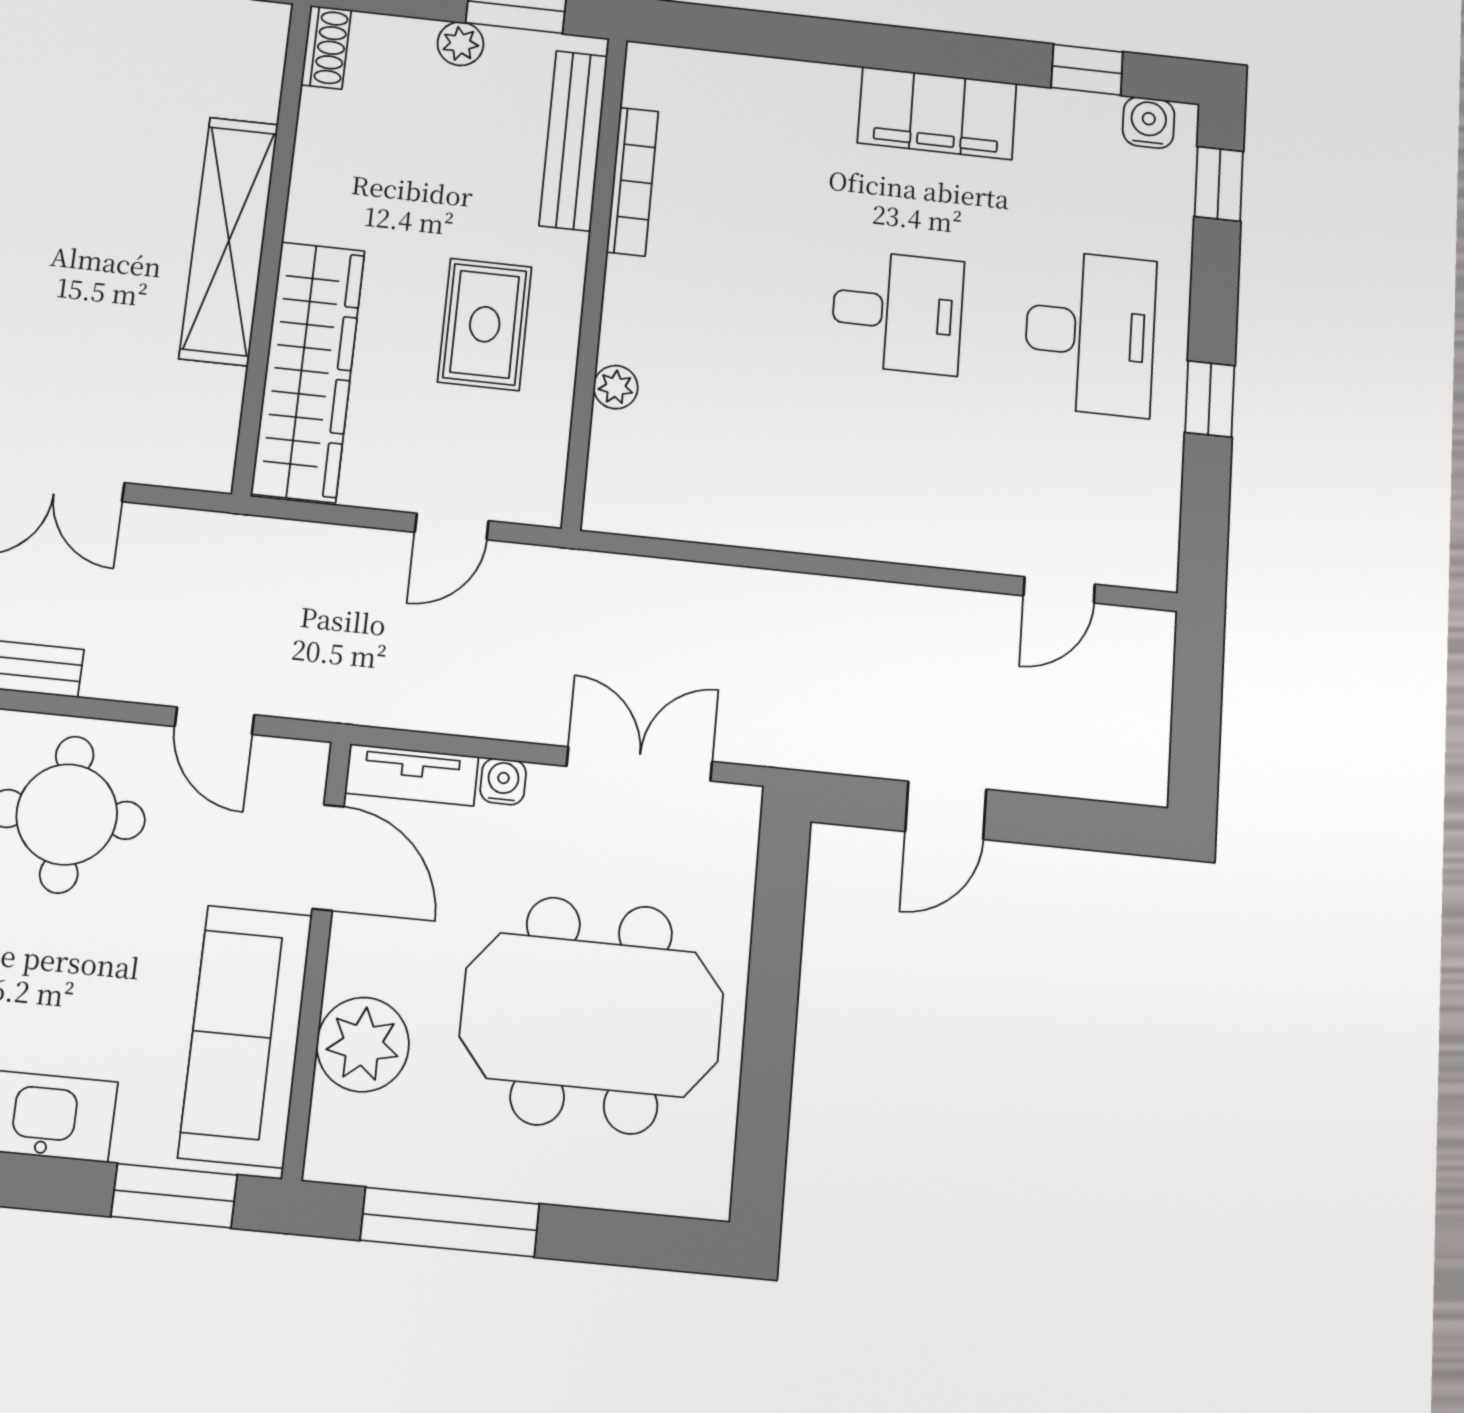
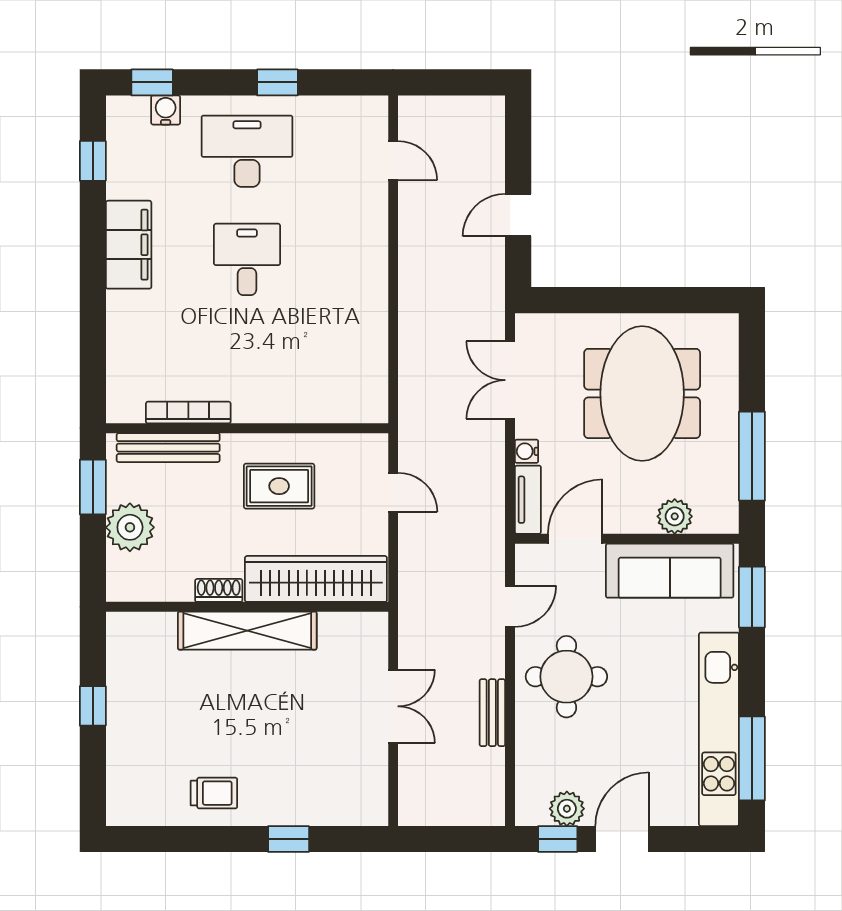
plant: (460, 44) -> (130, 527), width x1.88, depth x1.88
shoe rack: (326, 47) -> (219, 590), moved
water cooler: (1149, 123) -> (166, 110), moved, turned 90
plant: (616, 387) -> (307, 411), removed
door: (946, 810) -> (518, 215), swing flipped
plant: (363, 1045) -> (675, 516), width x0.73, depth x0.73

